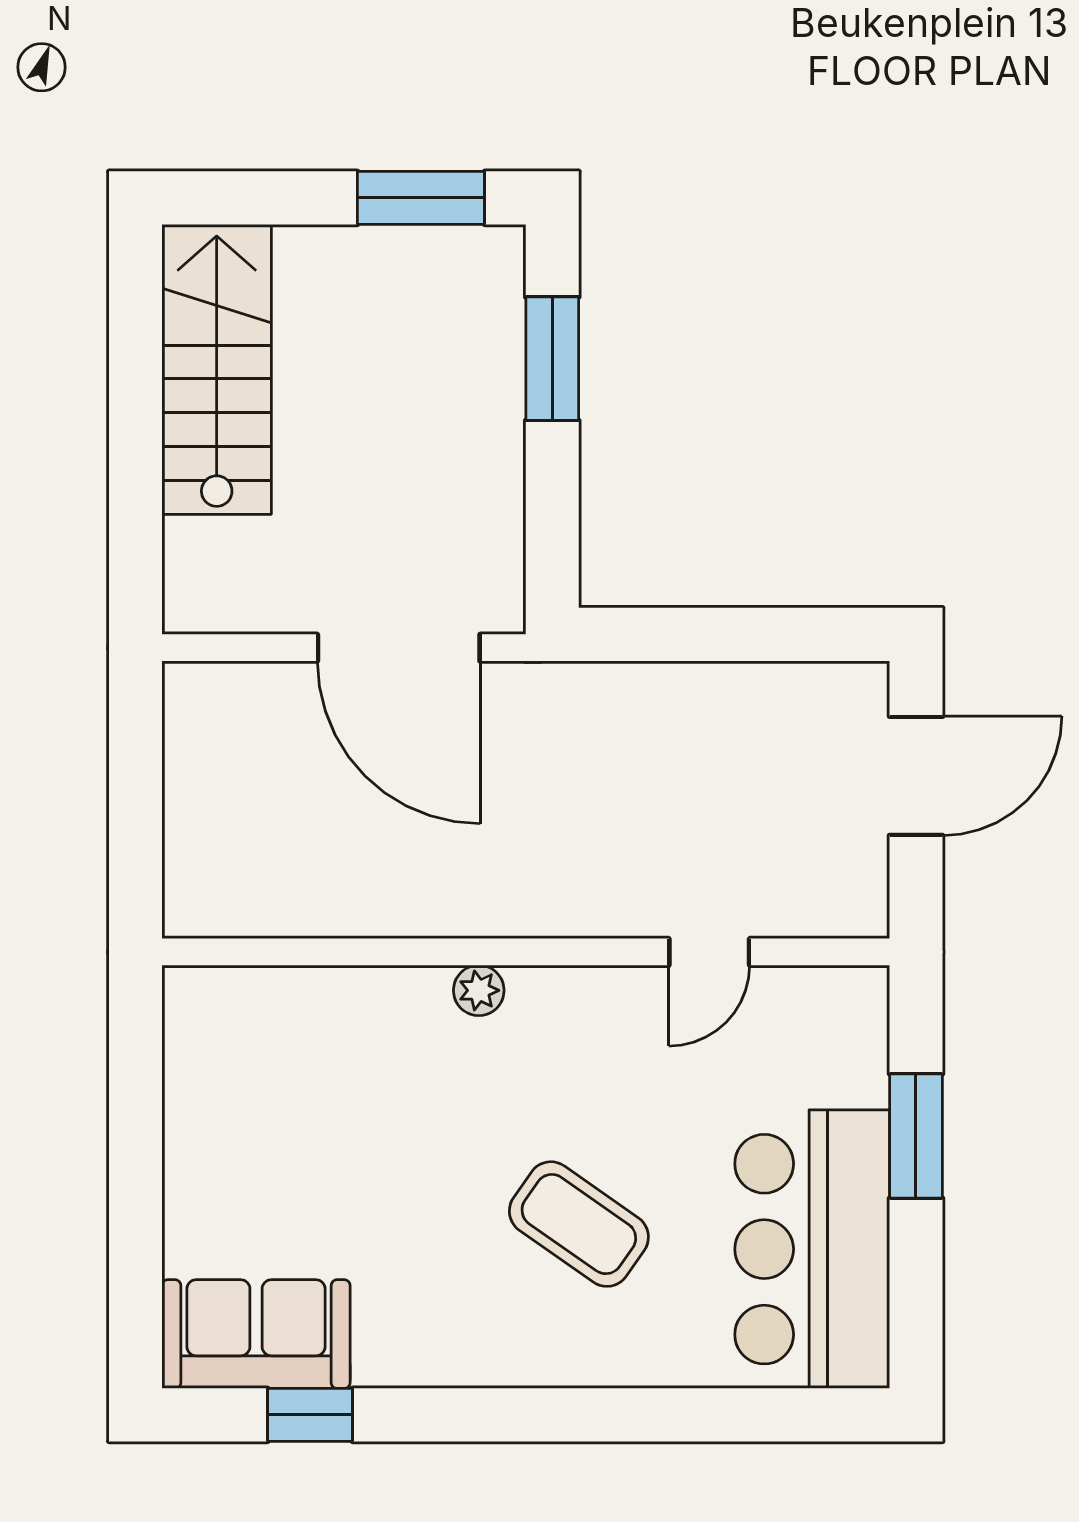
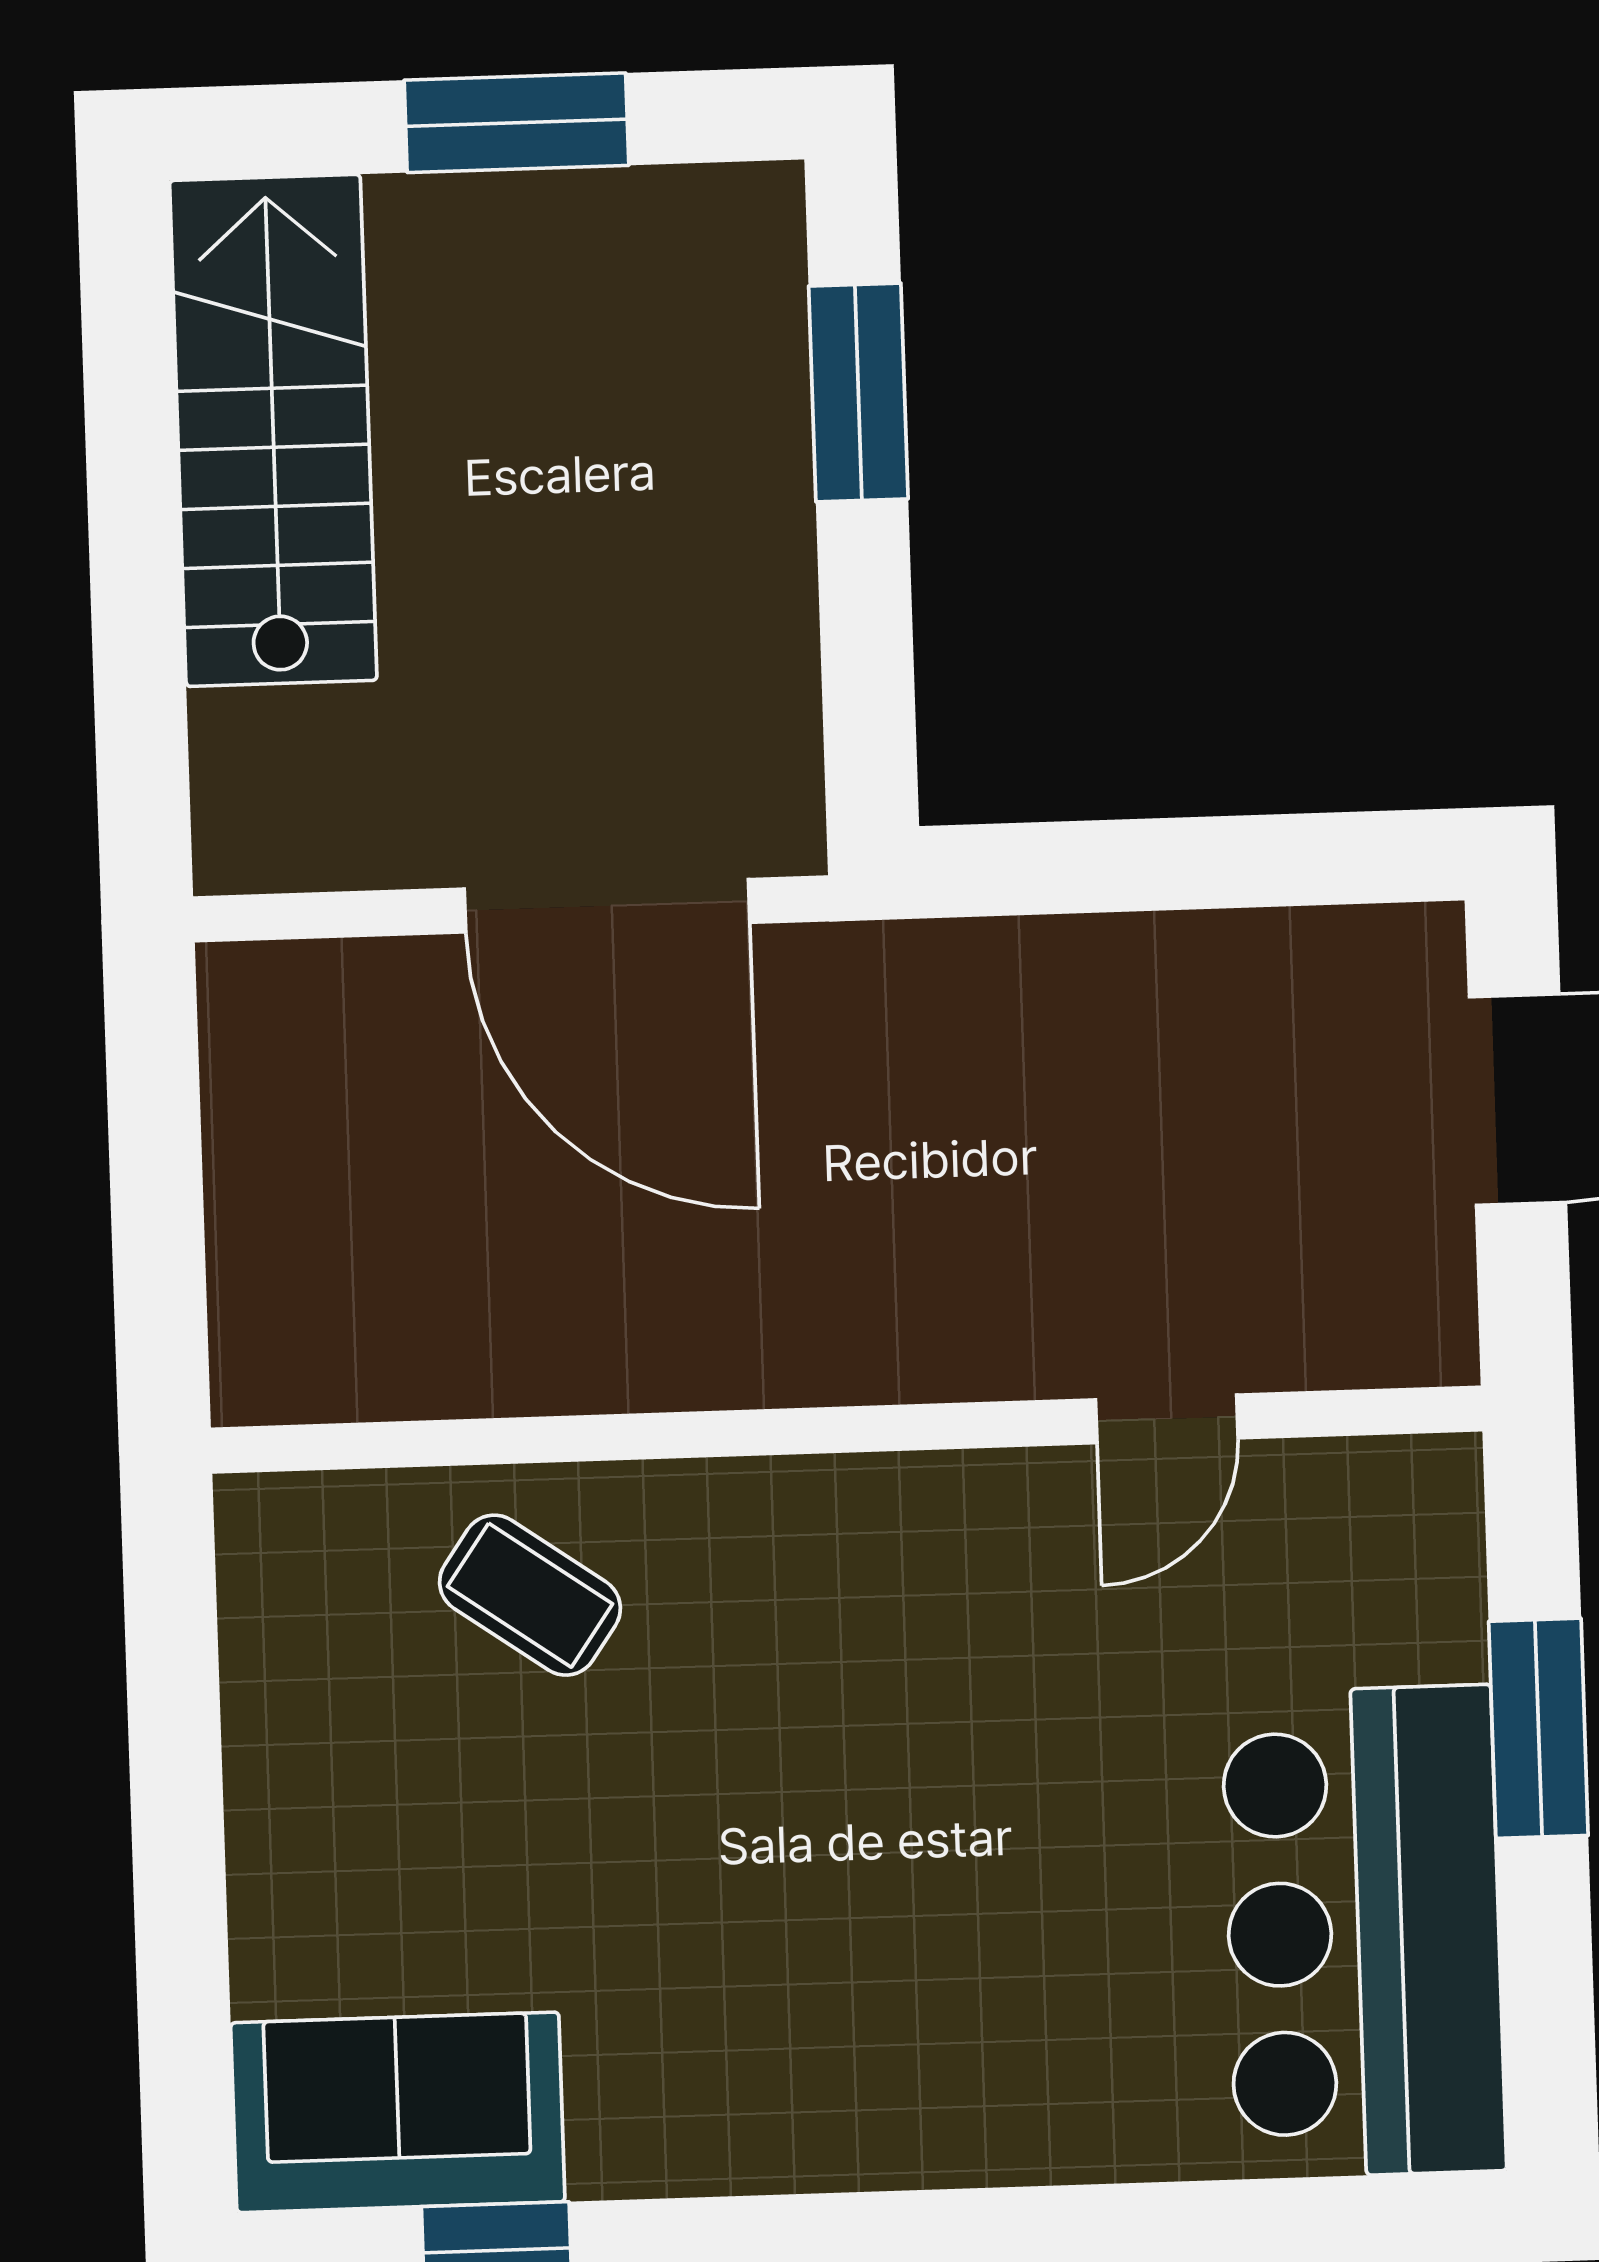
window: (421, 198) -> (516, 123), moved
plant: (479, 990) -> (767, 1500), removed
coffee table: (579, 1224) -> (530, 1595), moved, width x0.73, depth x0.77

